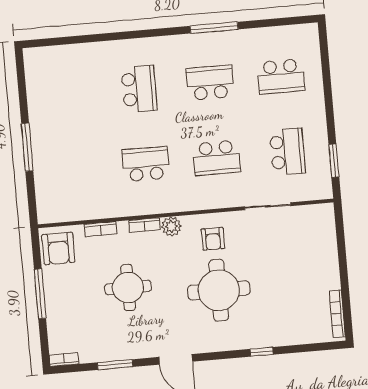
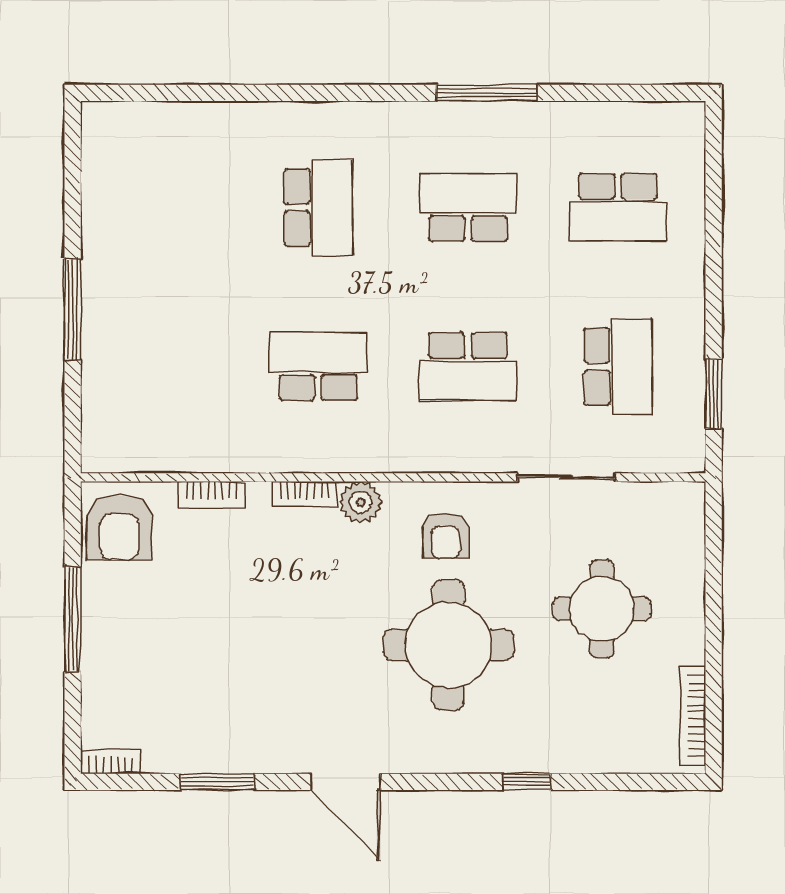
round table: (128, 288) -> (602, 609), moved

